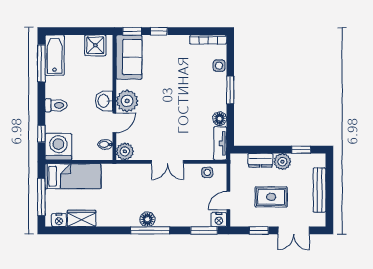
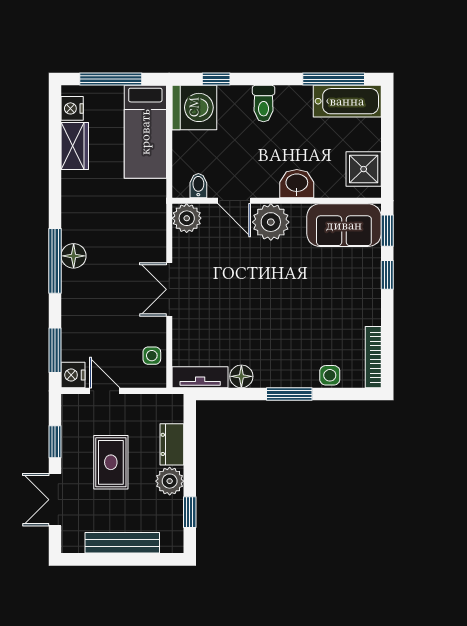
washbasin: (104, 101) -> (297, 184), moved

